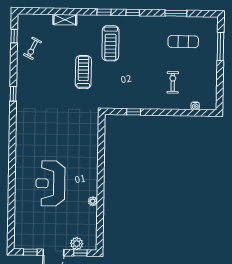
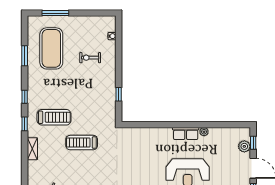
shelving: (65, 20) -> (32, 149), moved
exercise mat: (183, 42) -> (51, 48), width x2.00, depth x1.45
row of seats: (91, 182) -> (186, 134), added

